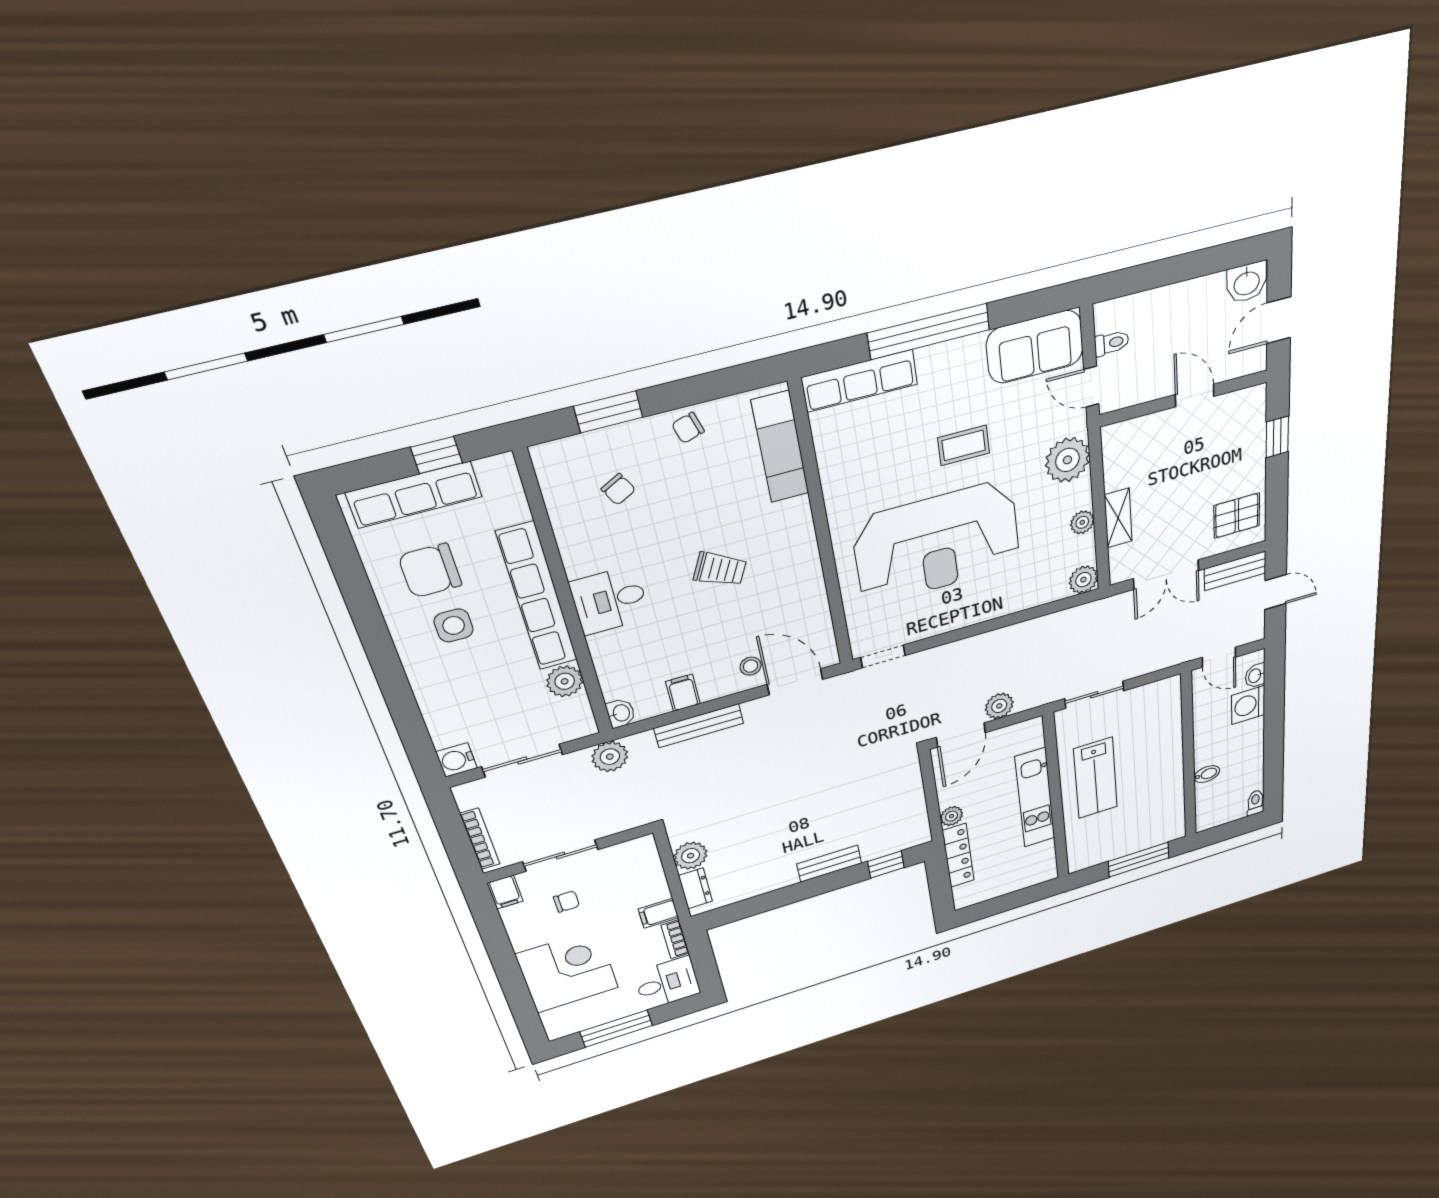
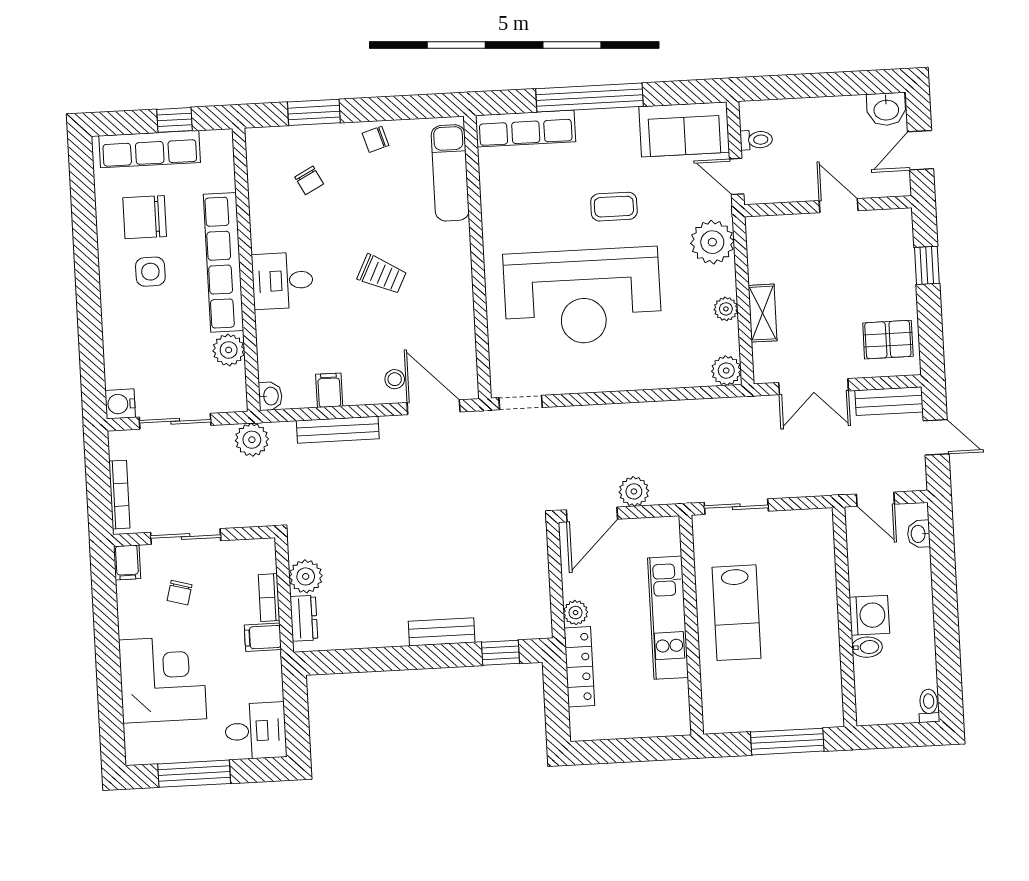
washing machine: (1248, 705) -> (869, 615), moved, turned 180
chair: (566, 902) -> (180, 593), turned 105
bookcase: (675, 939) -> (269, 598), moved

